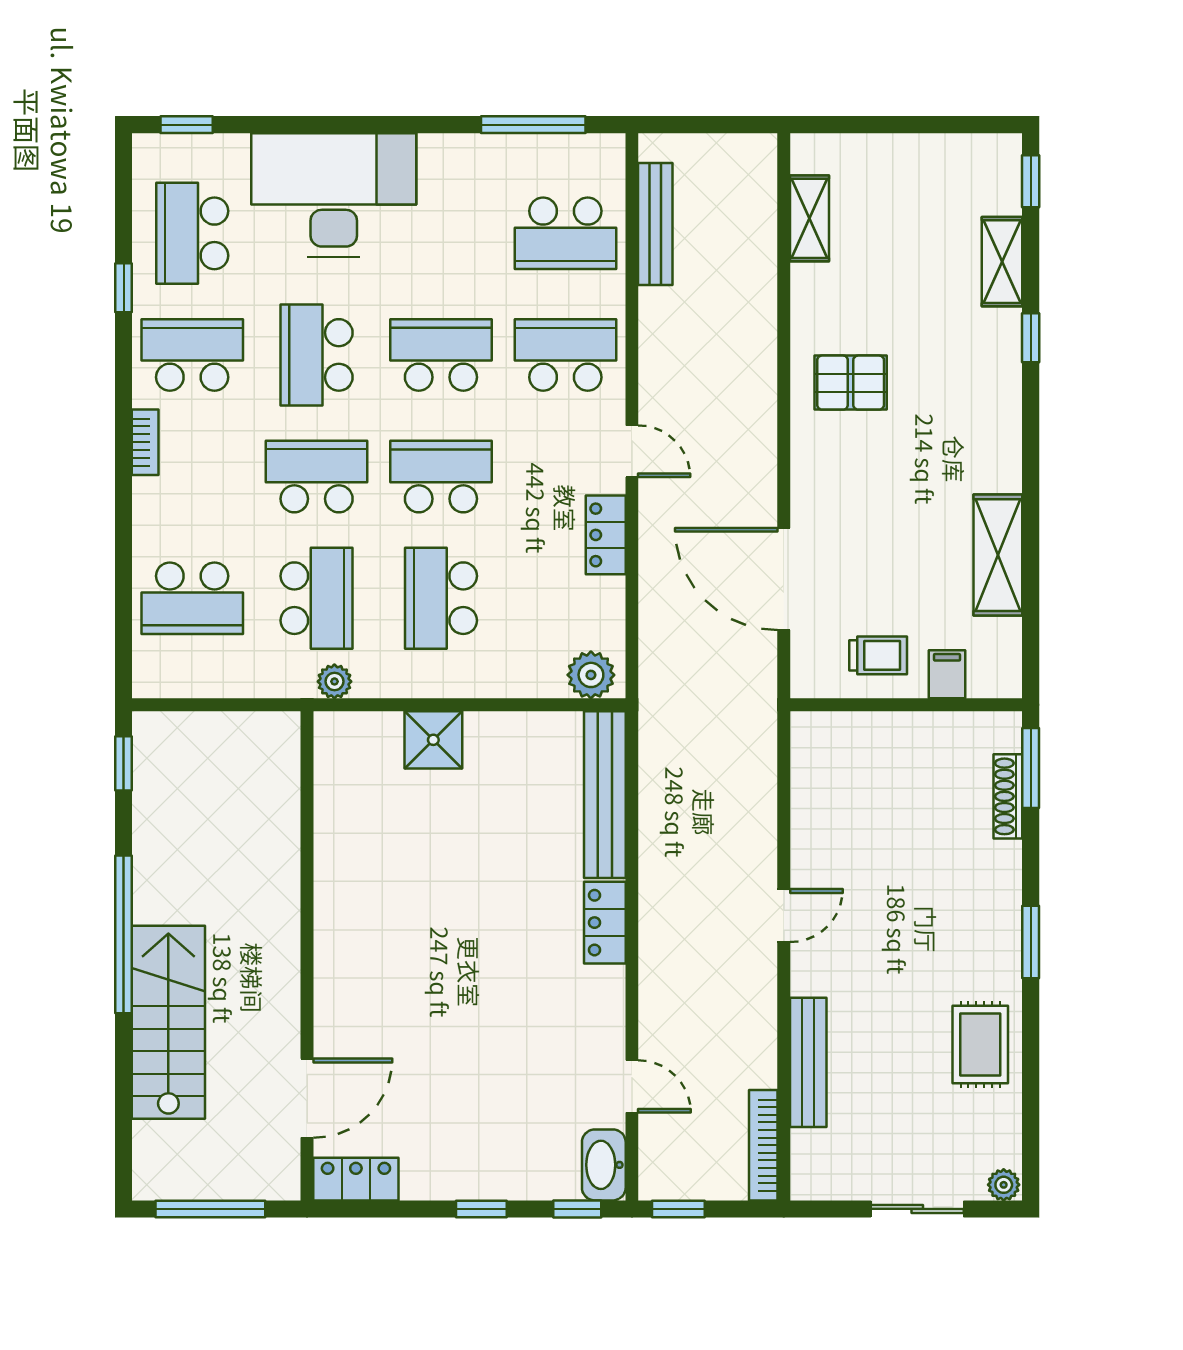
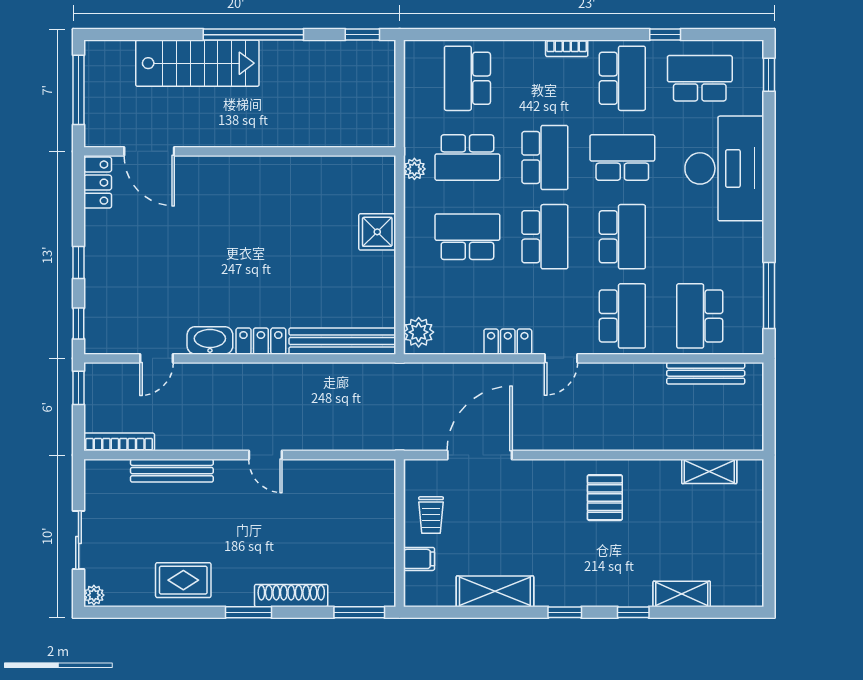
window: (1031, 181) -> (565, 612), moved
shoe rack: (1008, 796) -> (291, 596), moved, width x1.36, depth x1.24
washbasin: (604, 1165) -> (210, 340), moved

